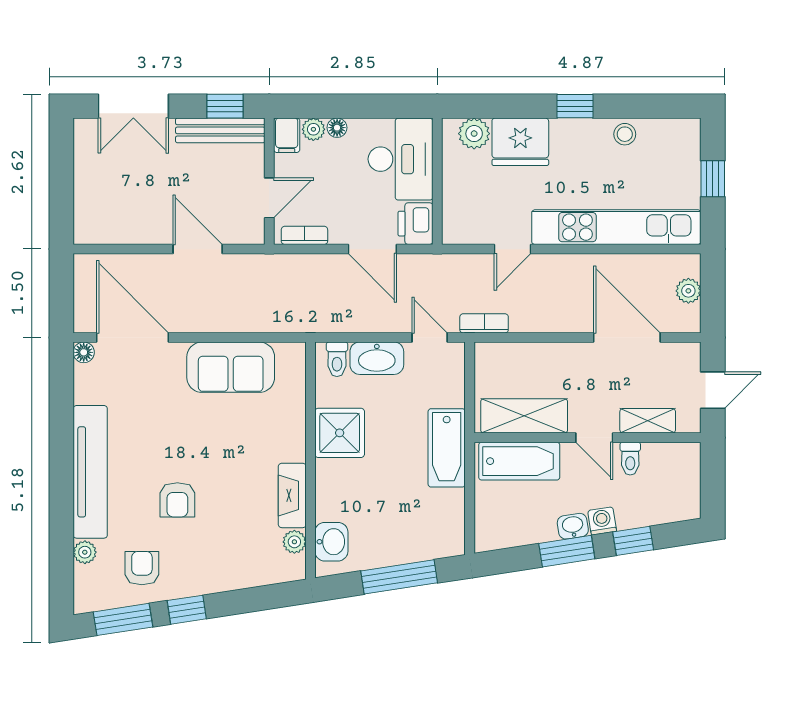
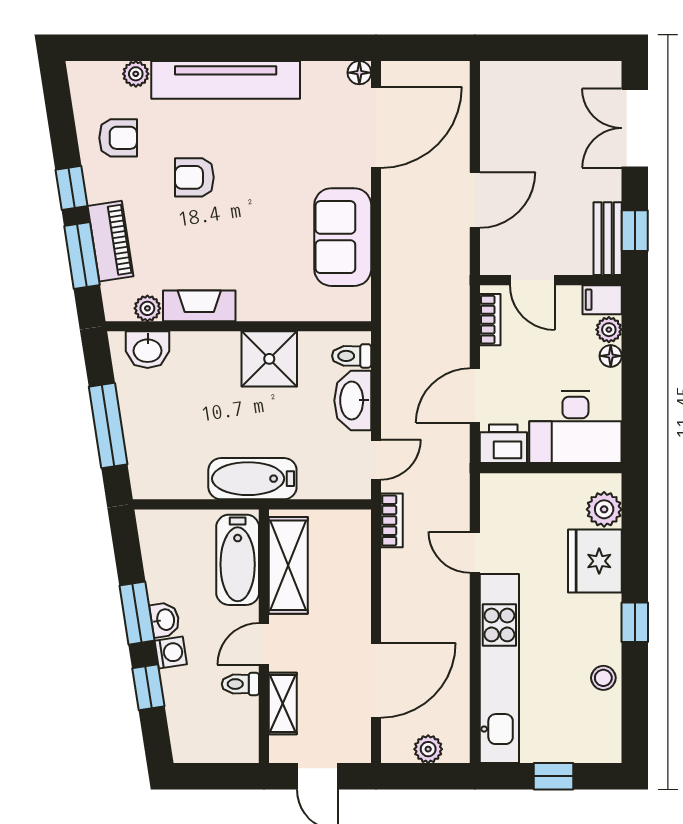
bench: (220, 130) -> (608, 239), width x0.73
piano: (234, 575) -> (110, 241), added
window: (123, 619) -> (82, 256), moved

